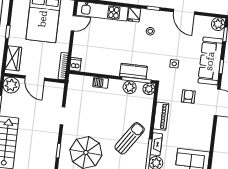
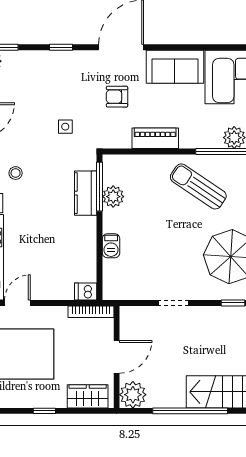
door: (73, 23) -> (17, 303), hinge flipped
sofa: (210, 61) -> (175, 67), moved, width x0.73
plant: (149, 89) -> (112, 164), removed
fireplace: (156, 144) -> (203, 141), removed

